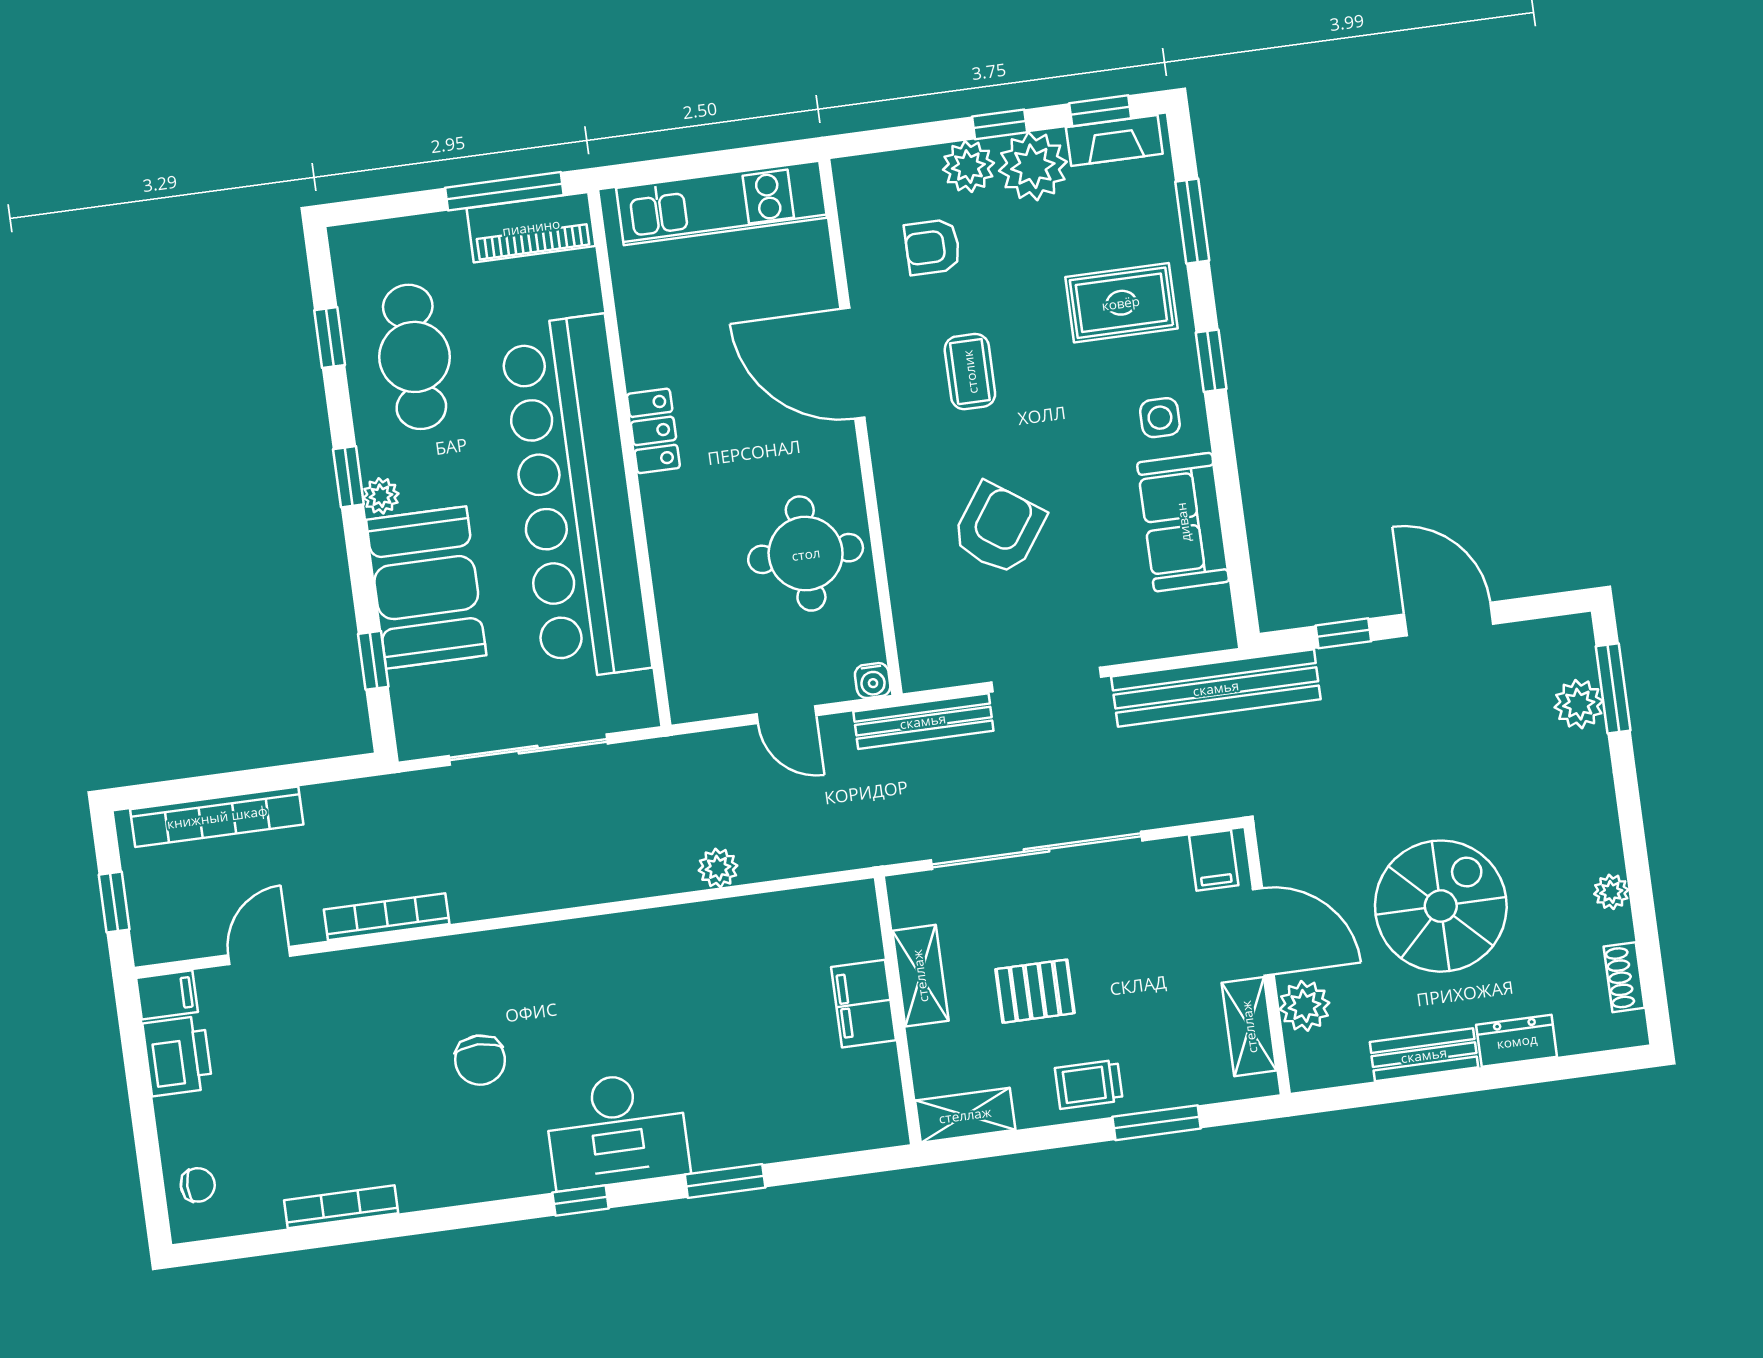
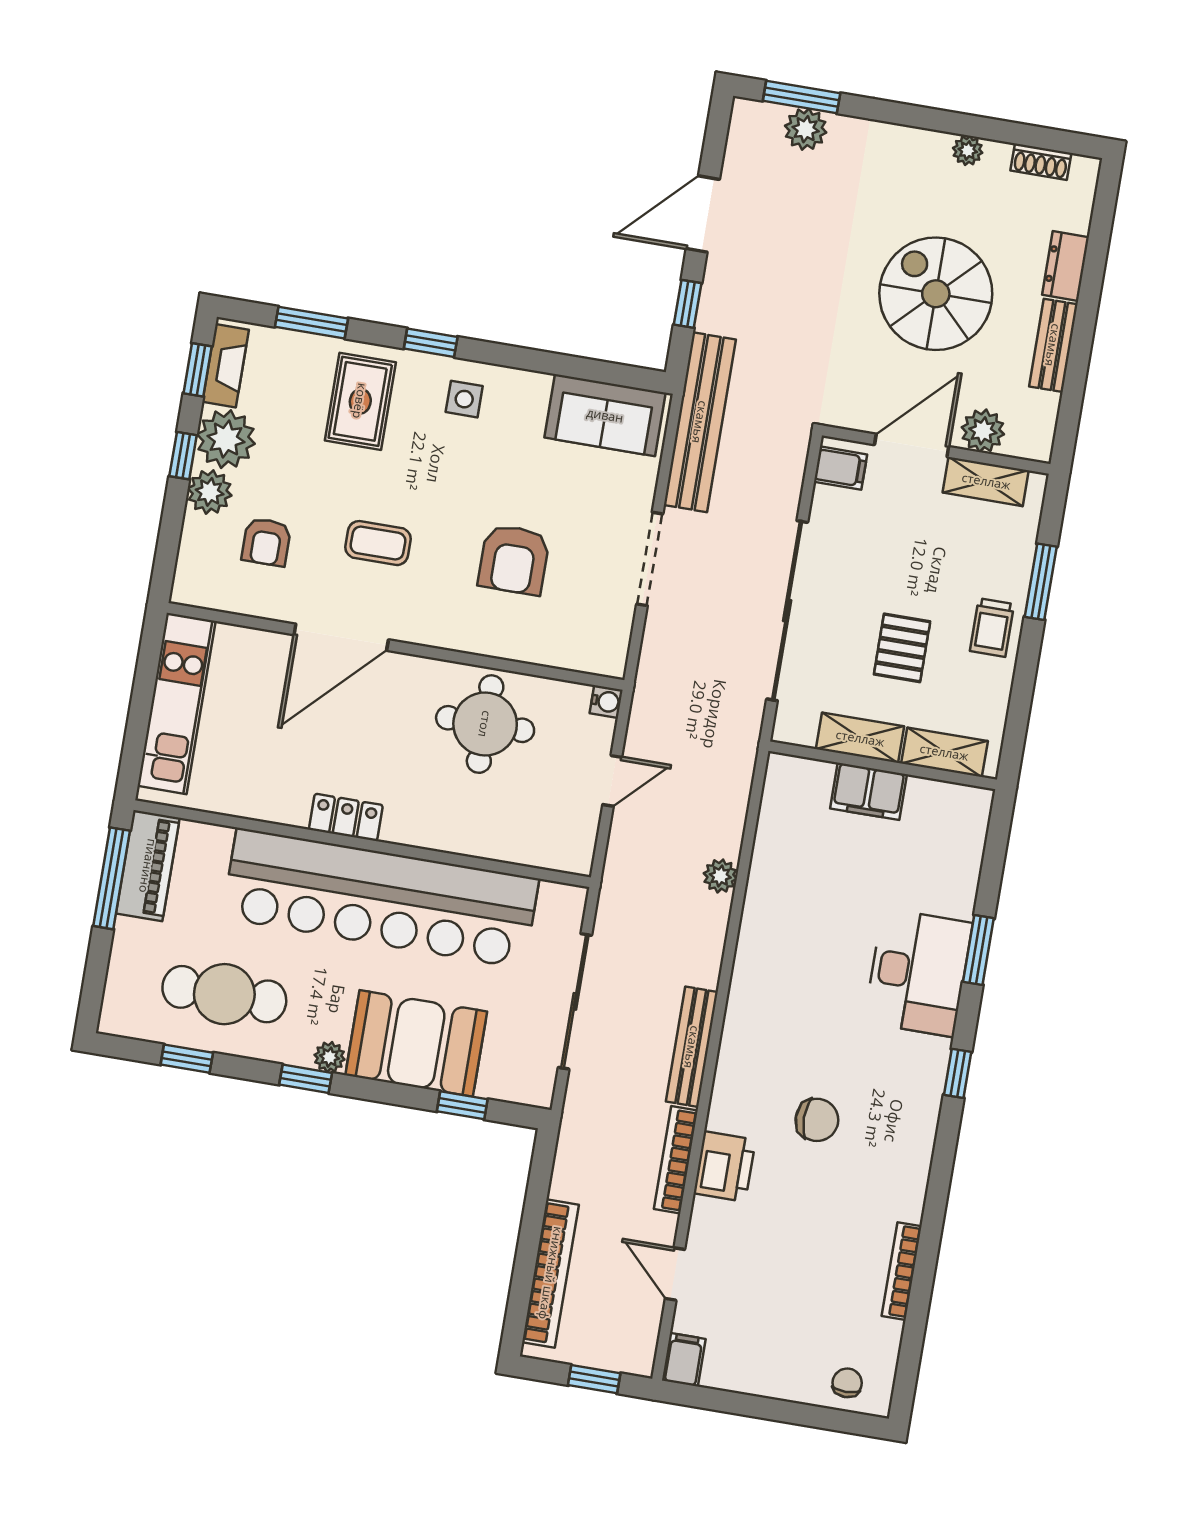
sofa: (1183, 522) -> (605, 415), moved
armchair: (999, 529) -> (514, 560), turned -125
bench: (923, 721) -> (692, 1047), moved
printer: (178, 1056) -> (725, 1167), moved, turned 90
shelving: (965, 1115) -> (944, 752), moved, turned 90
desk: (617, 1130) -> (918, 973), moved

